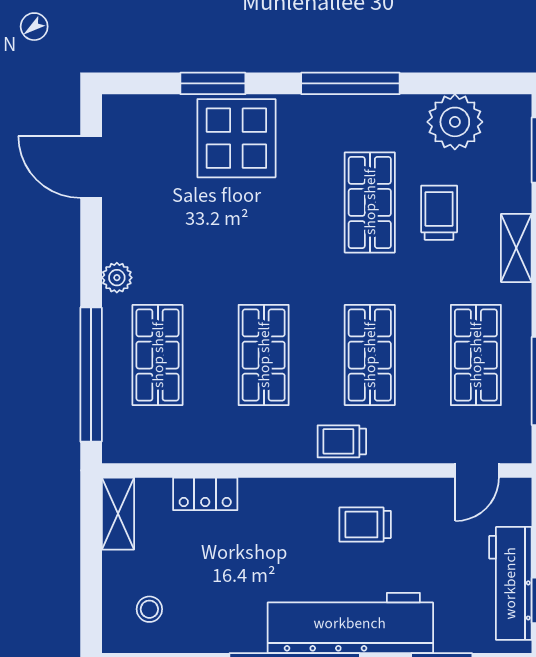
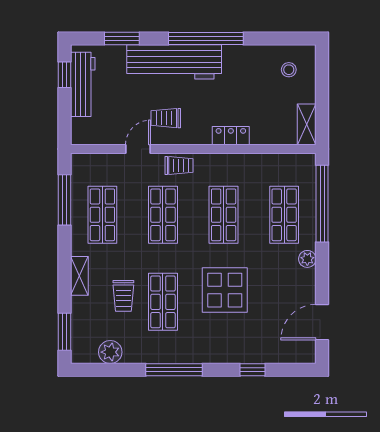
window: (213, 83) -> (253, 370), width x0.67
plant: (455, 122) -> (110, 352), width x0.73, depth x0.73
display table: (236, 138) -> (225, 290), moved
door: (91, 167) -> (322, 322), swing flipped
door: (477, 470) -> (138, 149), moved
locker: (205, 494) -> (231, 136), moved
trolley: (365, 524) -> (166, 118), turned 180

